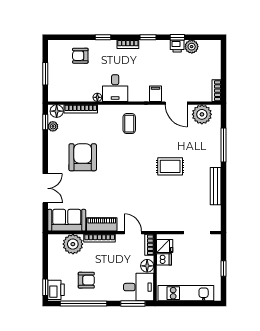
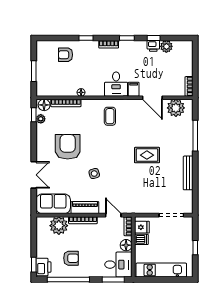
desk: (115, 88) -> (116, 84), moved
side table: (112, 187) -> (94, 174), added

